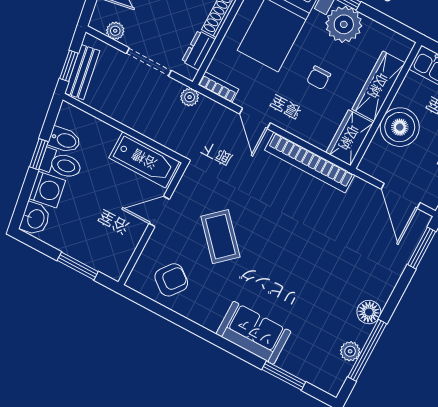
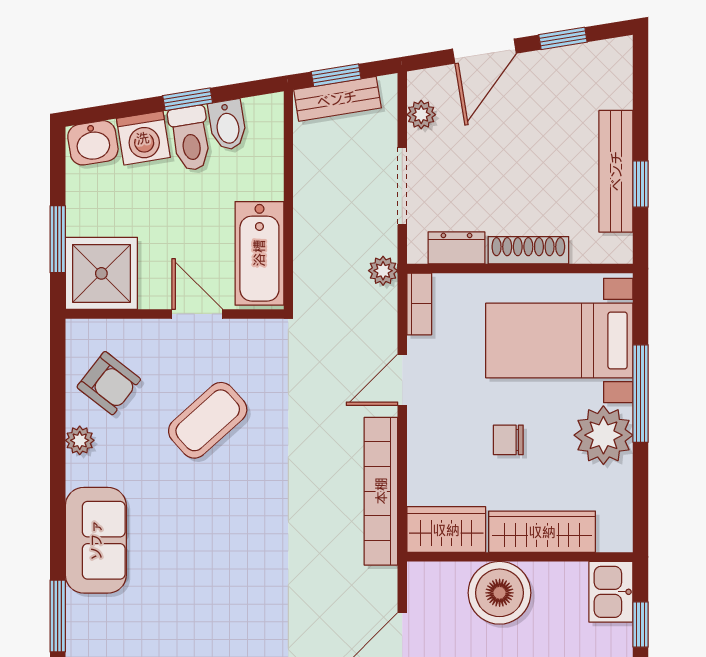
shower: (109, 252) -> (101, 273), added
plant: (194, 312) -> (80, 440), added

